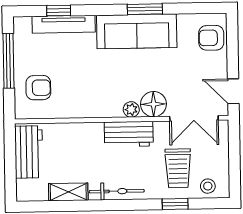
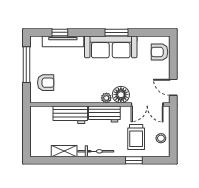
workbench: (29, 152) -> (70, 115), moved, turned 90
stool: (208, 186) -> (161, 138), moved

